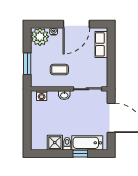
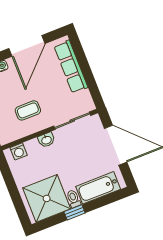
row of seats: (101, 44) -> (71, 67), width x1.48
shower: (55, 143) -> (47, 198), width x1.86, depth x1.86
window: (80, 154) -> (75, 212), moved

